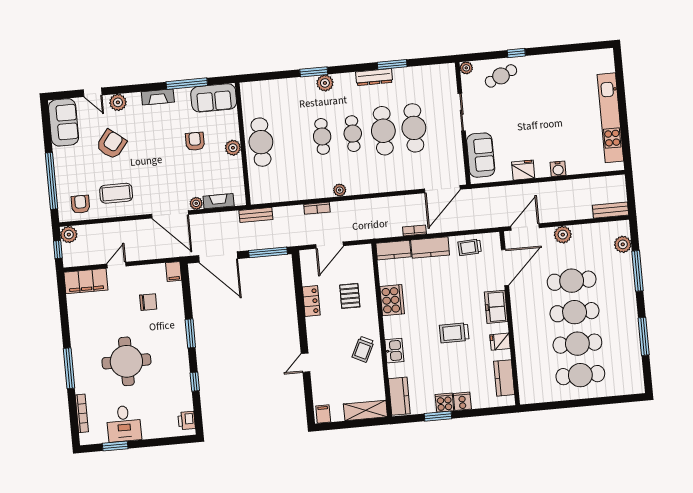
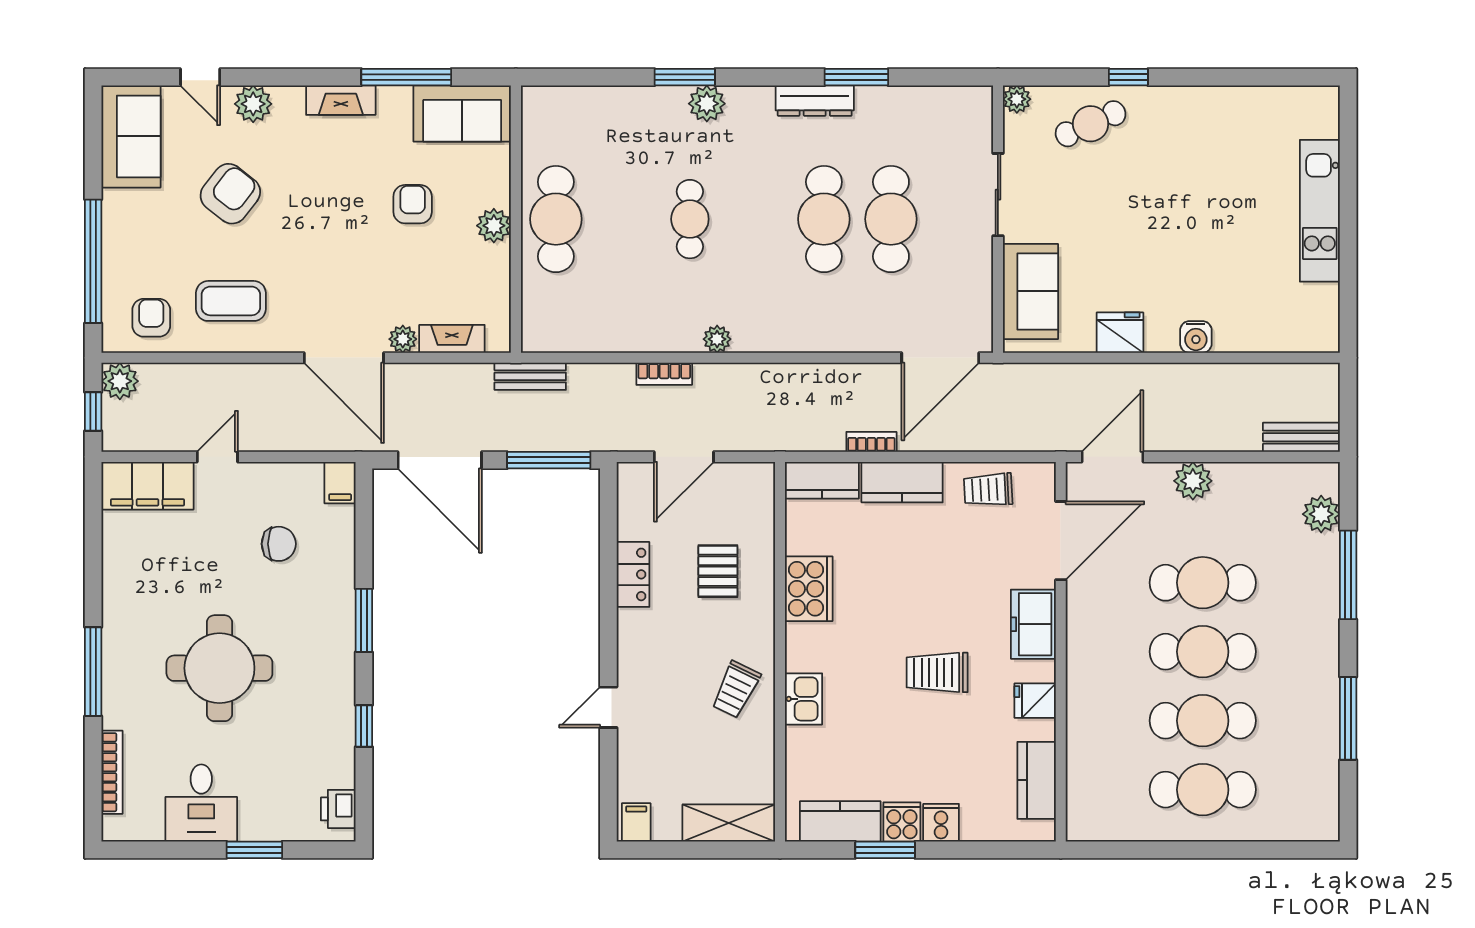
kitchen unit: (610, 118) -> (1320, 211), width x0.73
cafe table: (353, 134) -> (757, 219), removed
kitchen counter: (399, 396) -> (840, 821), moved, turned -90
window: (115, 446) -> (254, 850), moved

